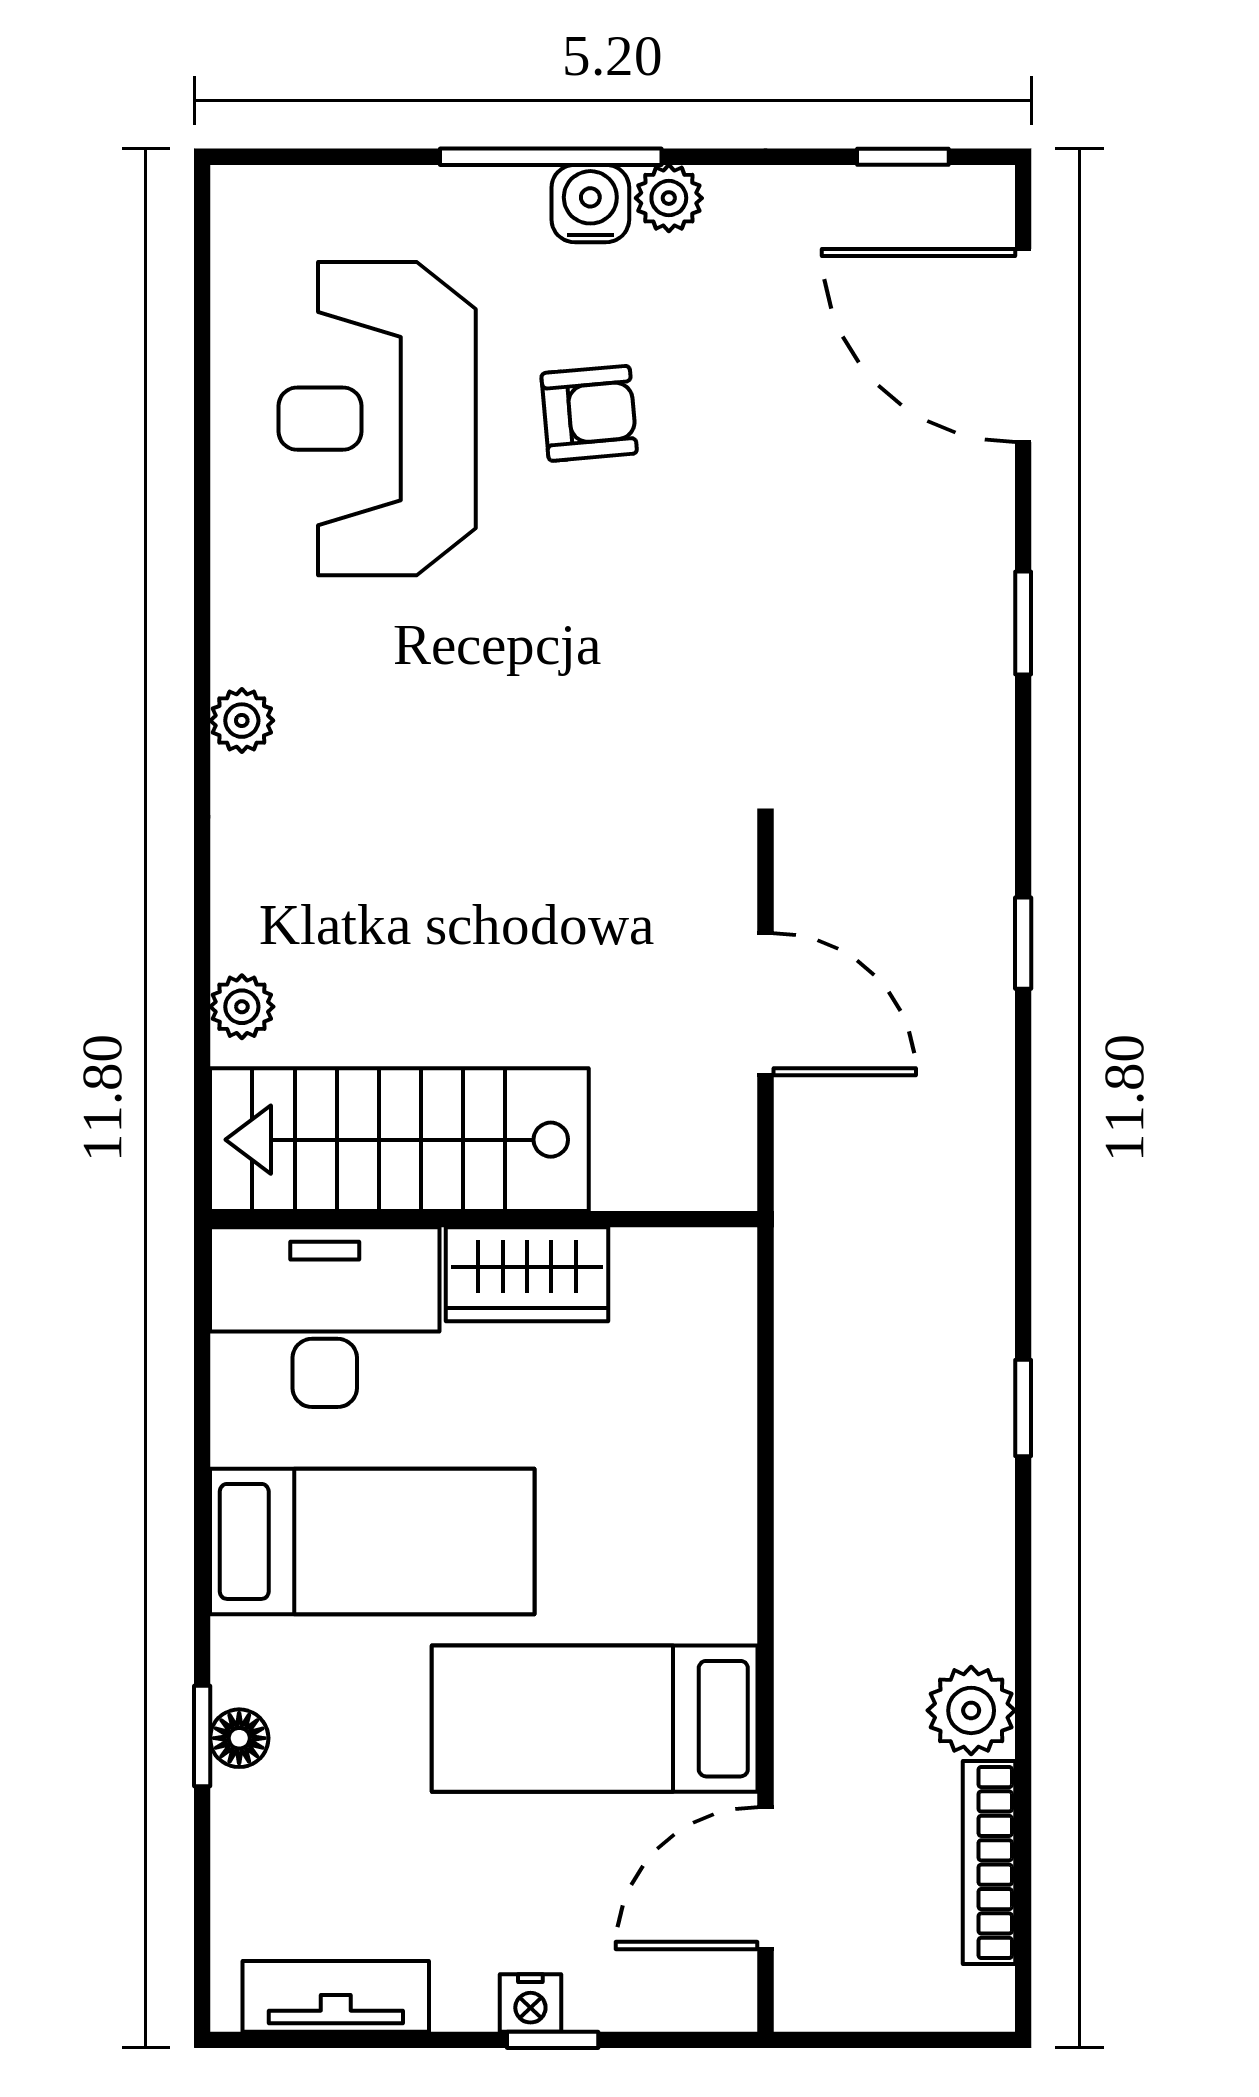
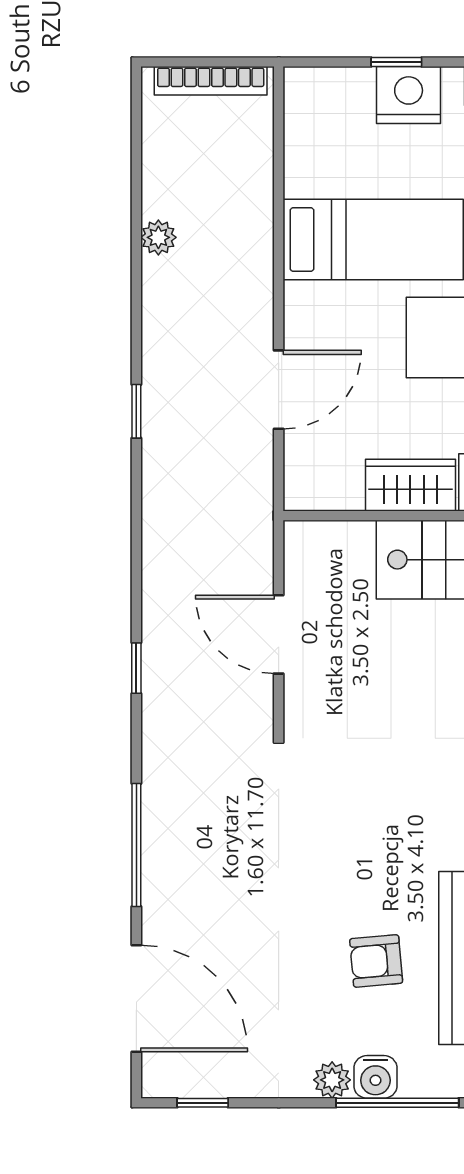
window: (1023, 623) -> (136, 845), width x2.17
plant: (971, 1710) -> (158, 237), width x0.73, depth x0.73
bookcase: (989, 1862) -> (211, 81), moved, turned 90
door: (766, 1878) -> (279, 390), moved
nightstand: (530, 2003) -> (409, 95), width x1.89, depth x1.79

